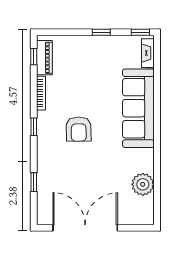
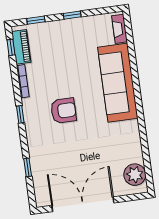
window: (140, 32) -> (36, 20), moved
armchair: (79, 129) -> (63, 111), turned -89
plant: (143, 184) -> (135, 175), moved

